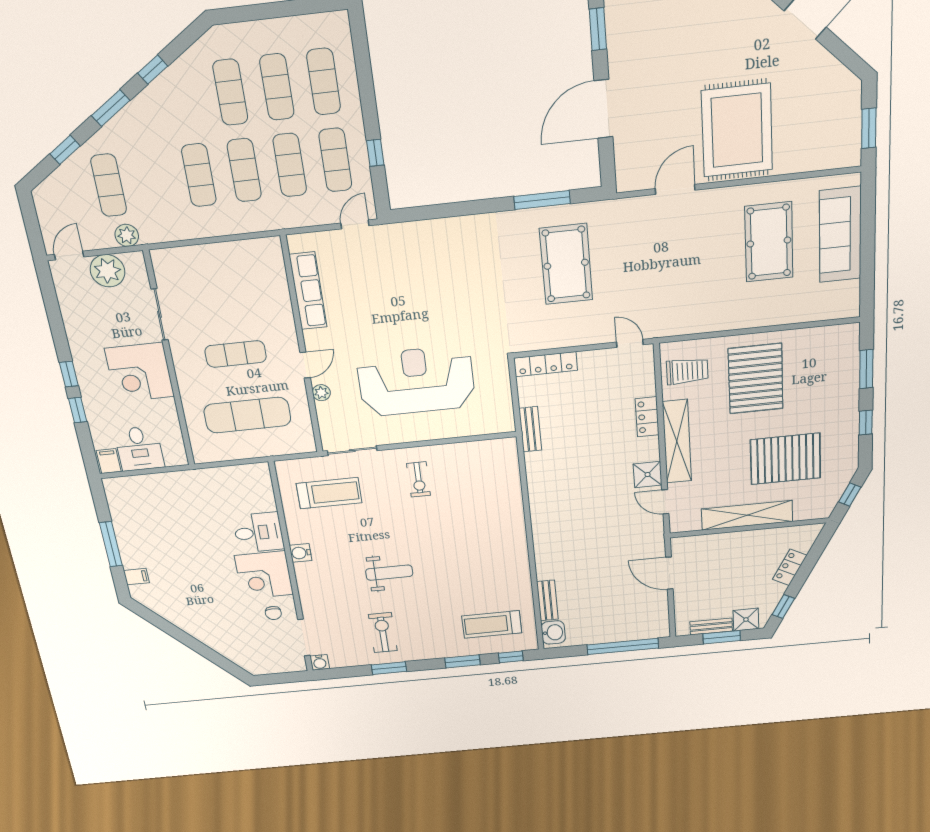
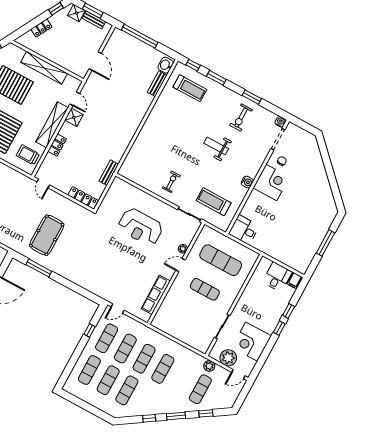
corner desk: (140, 372) -> (252, 342), moved, turned 180
reception desk: (416, 381) -> (141, 227), width x0.74, depth x0.77
desk: (258, 532) -> (244, 230), moved
filing cabinet: (136, 577) -> (327, 220), removed

